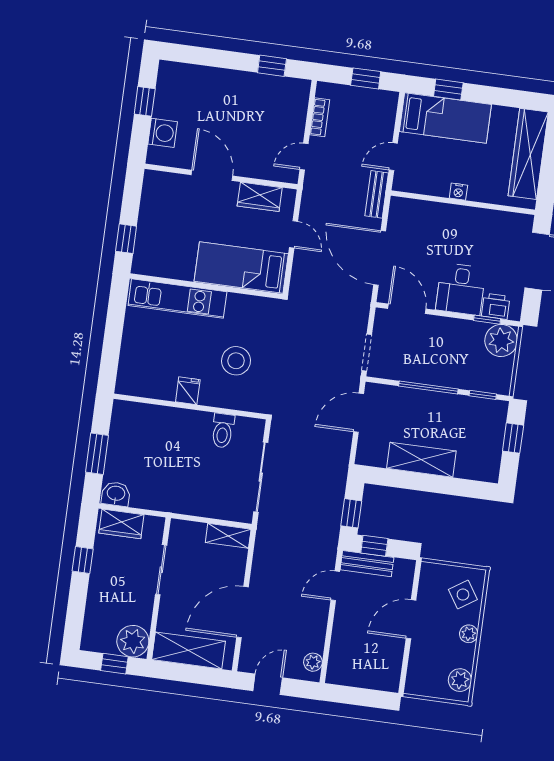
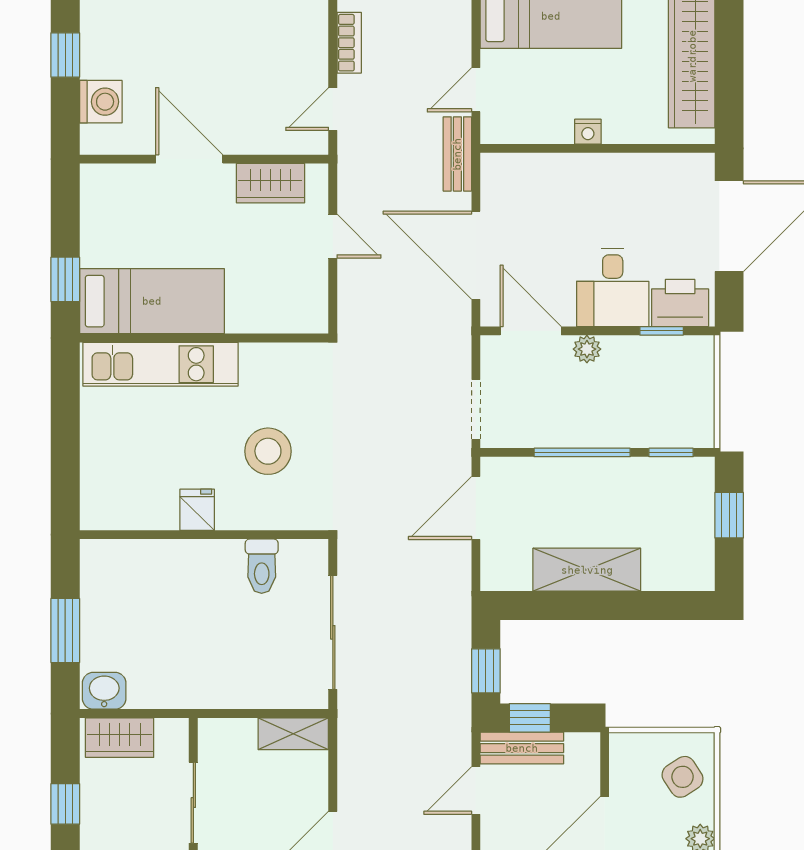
bed: (241, 267) -> (152, 301), moved, turned 180
printer: (496, 306) -> (680, 303), width x1.36, depth x1.24
plant: (501, 340) -> (587, 349), moved, width x0.53, depth x0.53

